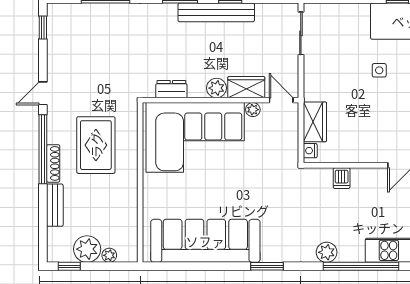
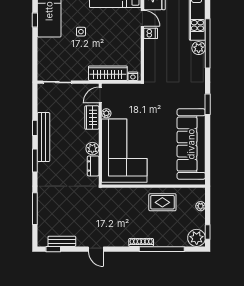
plant: (216, 88) -> (92, 149), moved
wardrobe: (315, 122) -> (108, 73), width x1.50
rug: (96, 145) -> (162, 202), moved, width x0.73, depth x0.70
window: (43, 149) -> (162, 249), moved
dishwasher: (342, 178) -> (151, 33), moved
bench: (55, 205) -> (62, 241), moved
plant: (87, 249) -> (197, 238), moved
plant: (327, 252) -> (199, 48), moved

